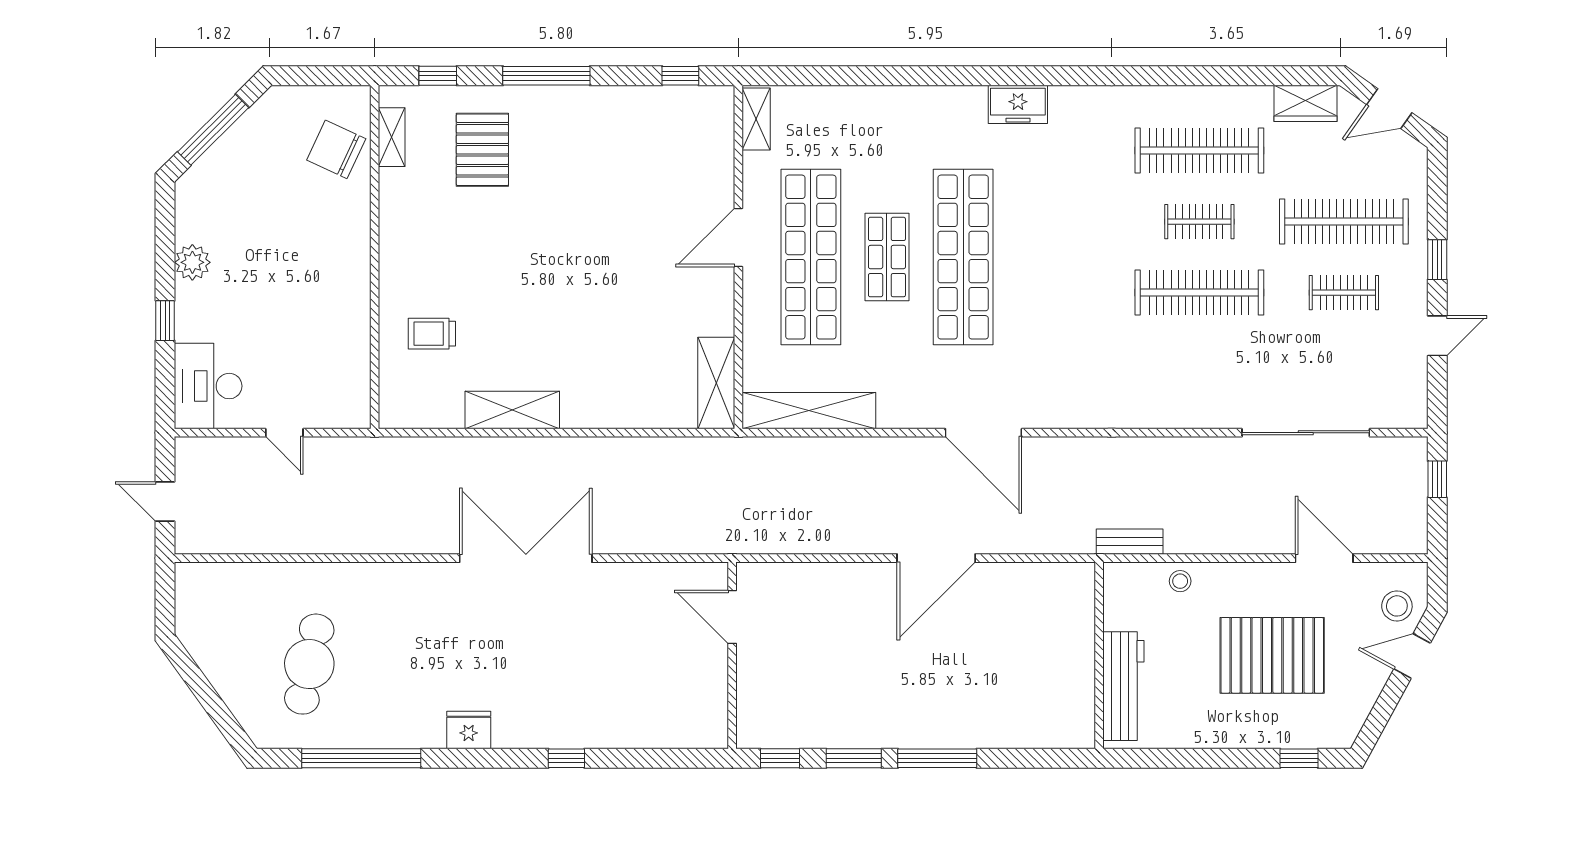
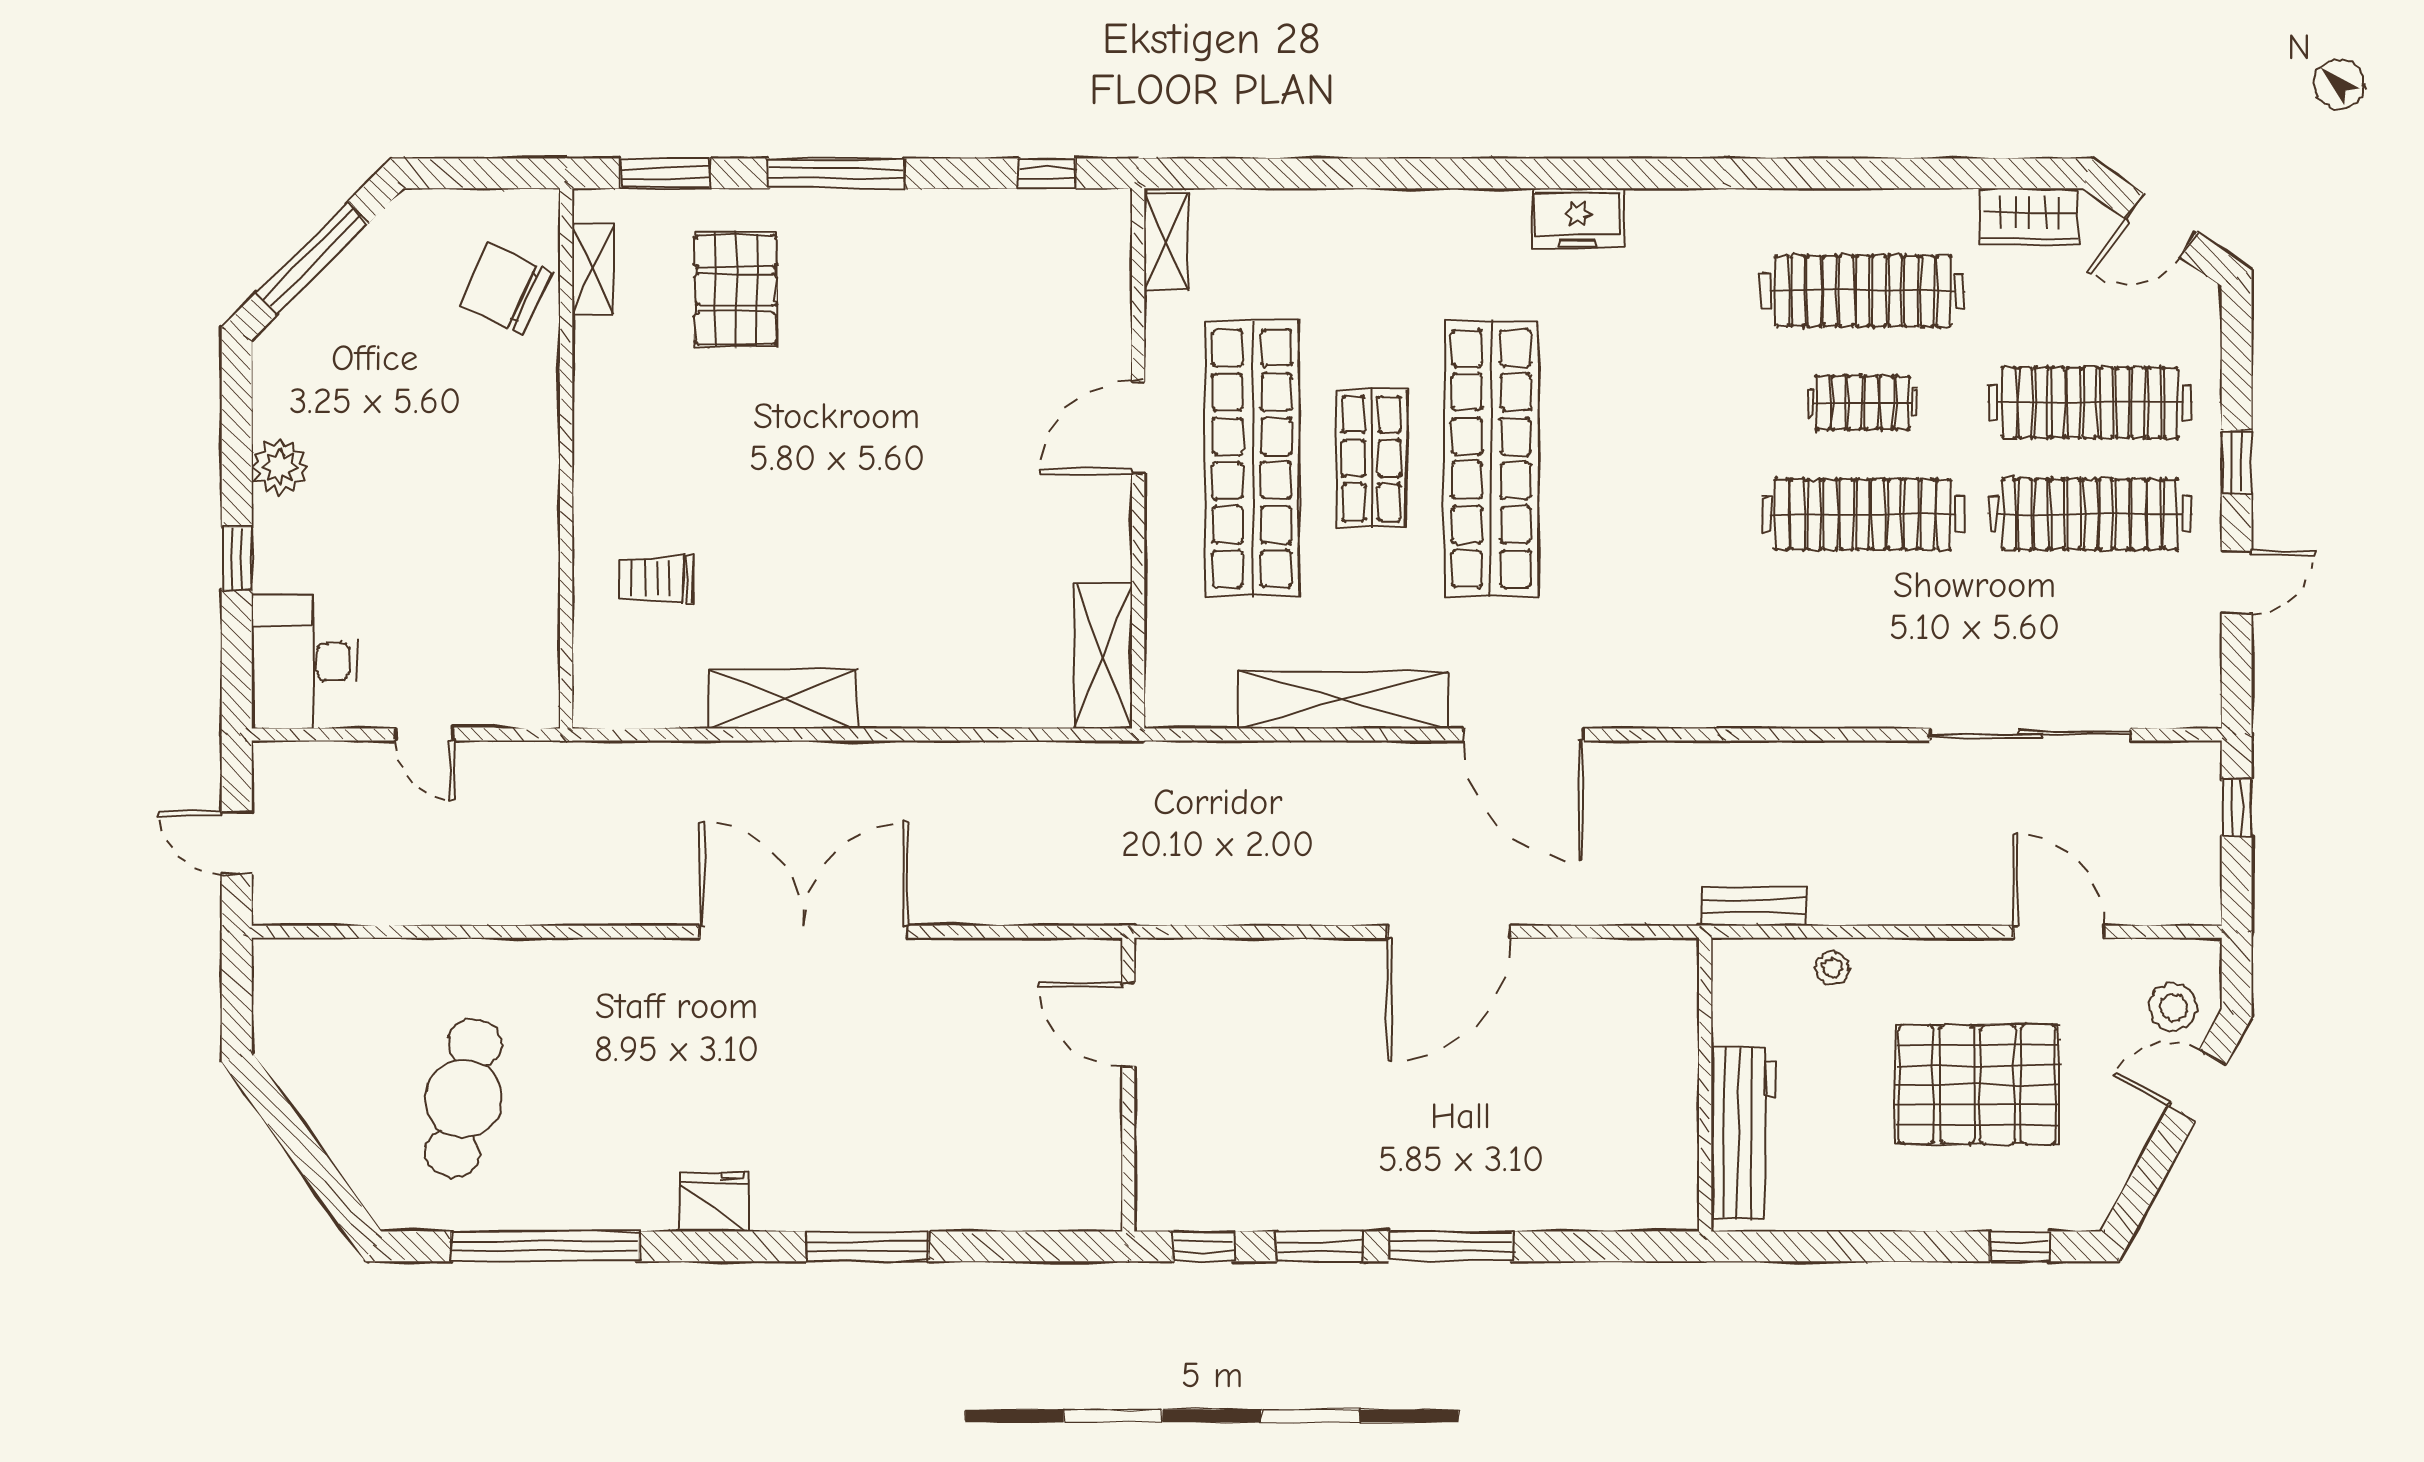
window: (438, 76) -> (665, 173), width x1.50
clothes rail: (1344, 293) -> (2090, 514), width x1.86, depth x1.31
shelving: (809, 411) -> (1343, 700), moved
window: (566, 758) -> (868, 1246), width x2.17

